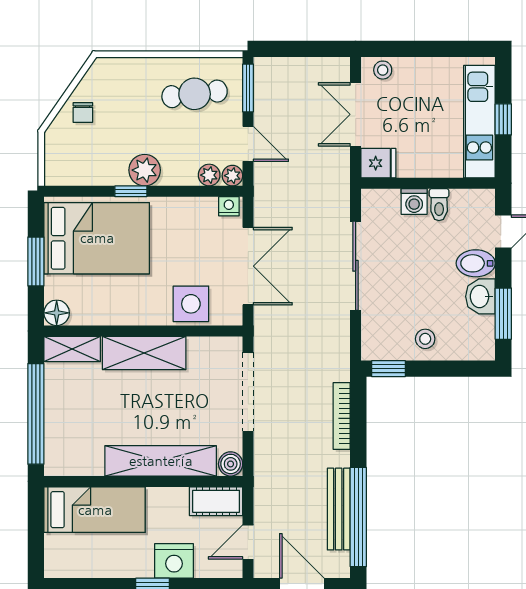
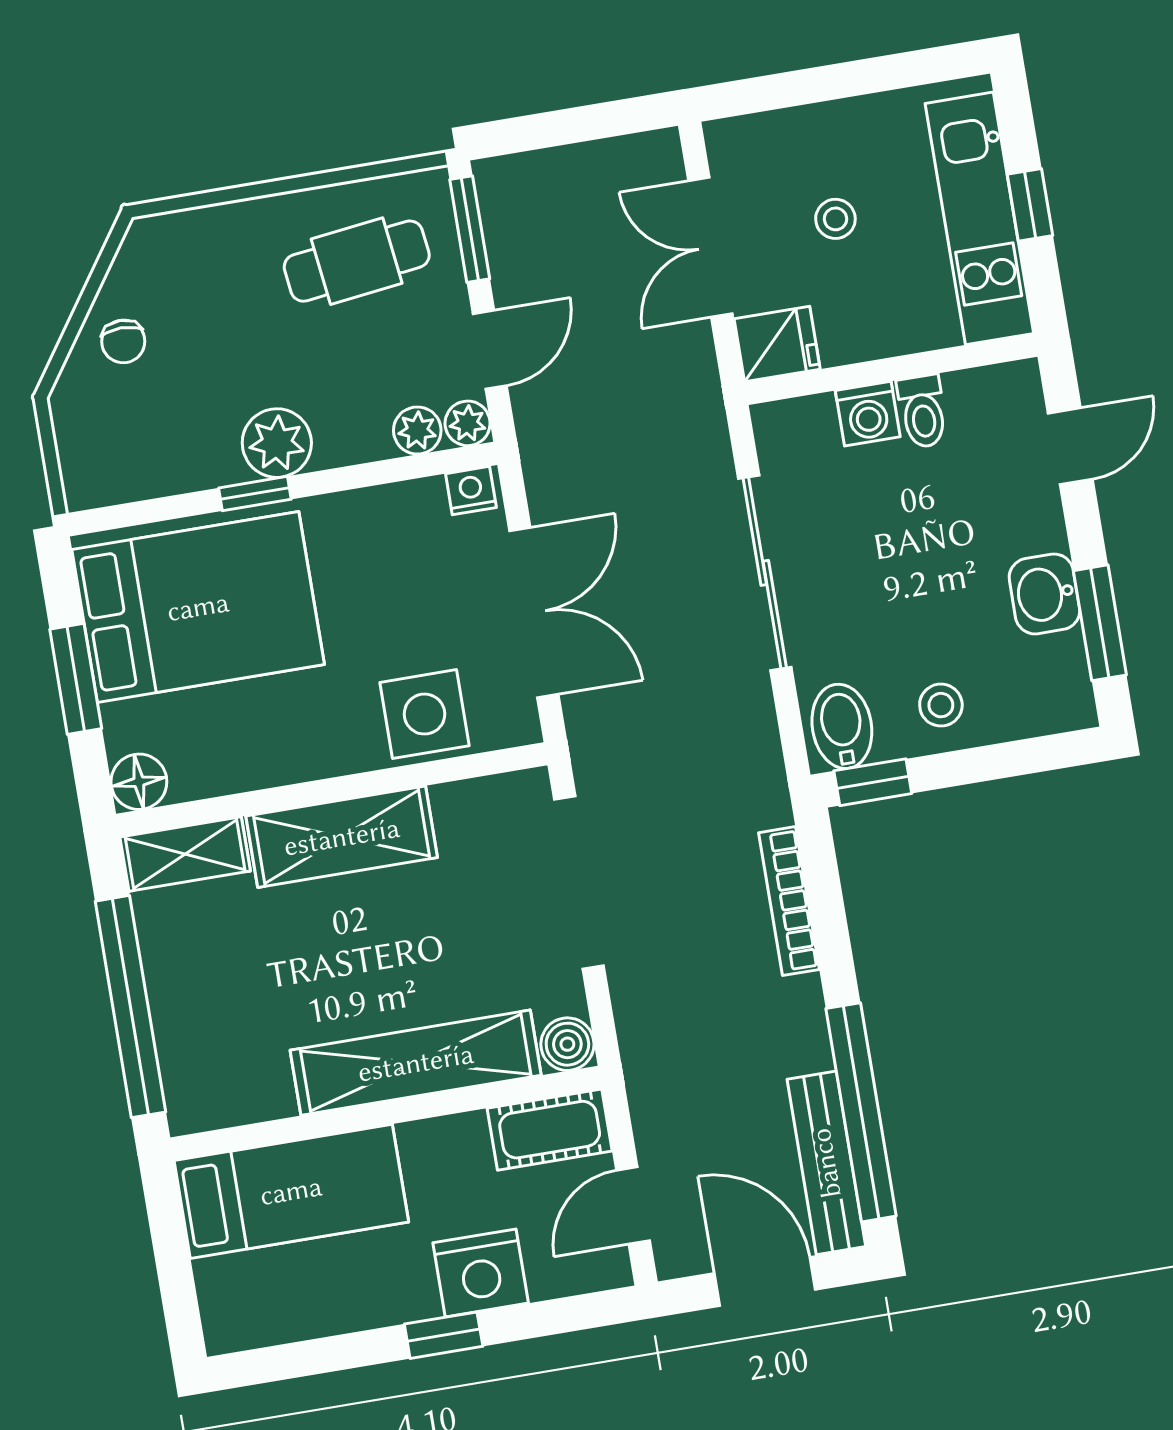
stool: (383, 70) -> (835, 219), moved
door: (248, 144) -> (490, 350), hinge flipped
bidet: (476, 263) -> (842, 726), moved, turned 90
bench: (339, 509) -> (826, 1163), moved

